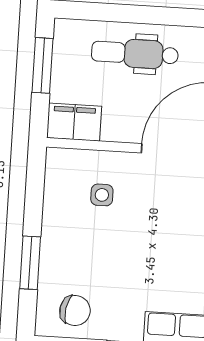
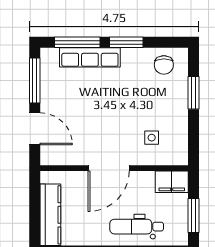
dental chair: (135, 53) -> (137, 227), turned 180
chair: (75, 311) -> (164, 65), turned -100

